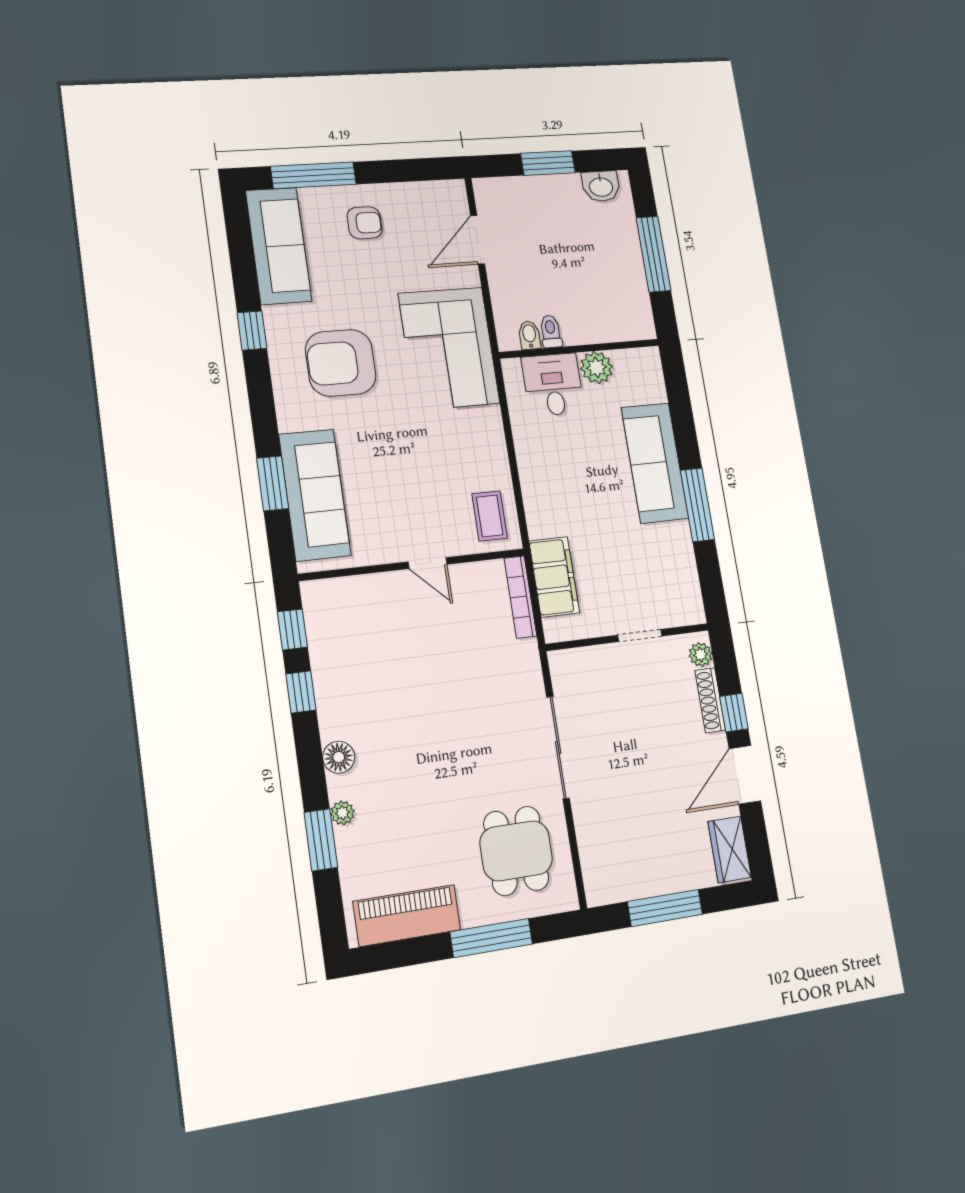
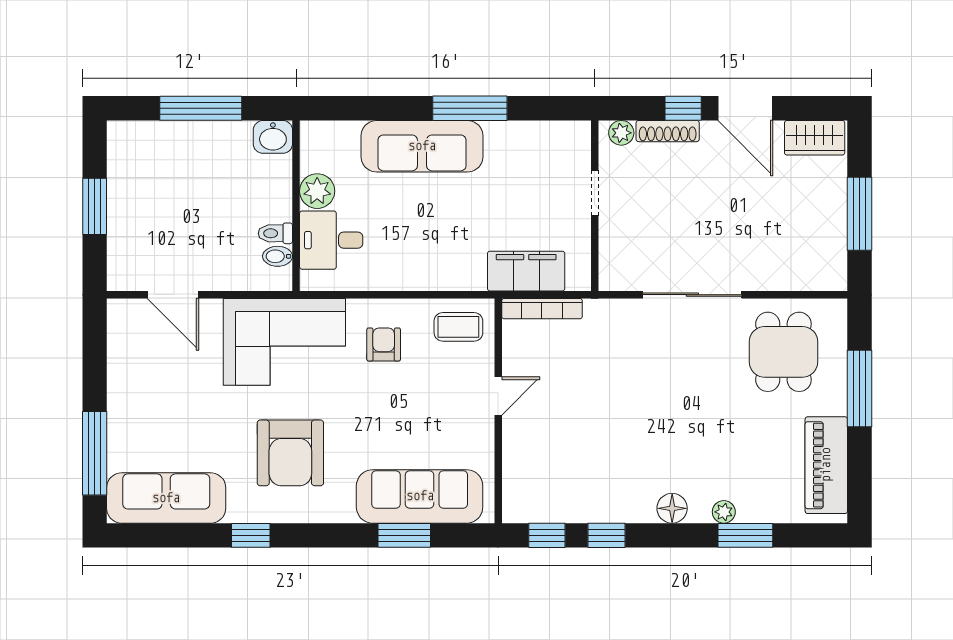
washbasin: (601, 186) -> (273, 137), moved, turned 90
armchair: (365, 223) -> (384, 344), moved
dining table: (516, 851) -> (783, 352), turned 90

